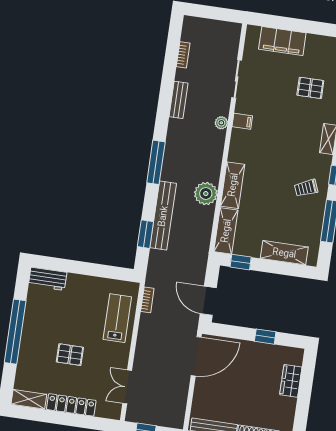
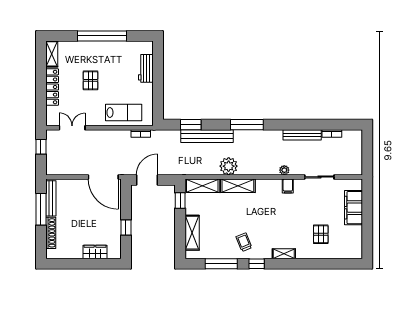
bench: (178, 100) -> (302, 135), width x1.36
workbench: (48, 279) -> (146, 68), moved

